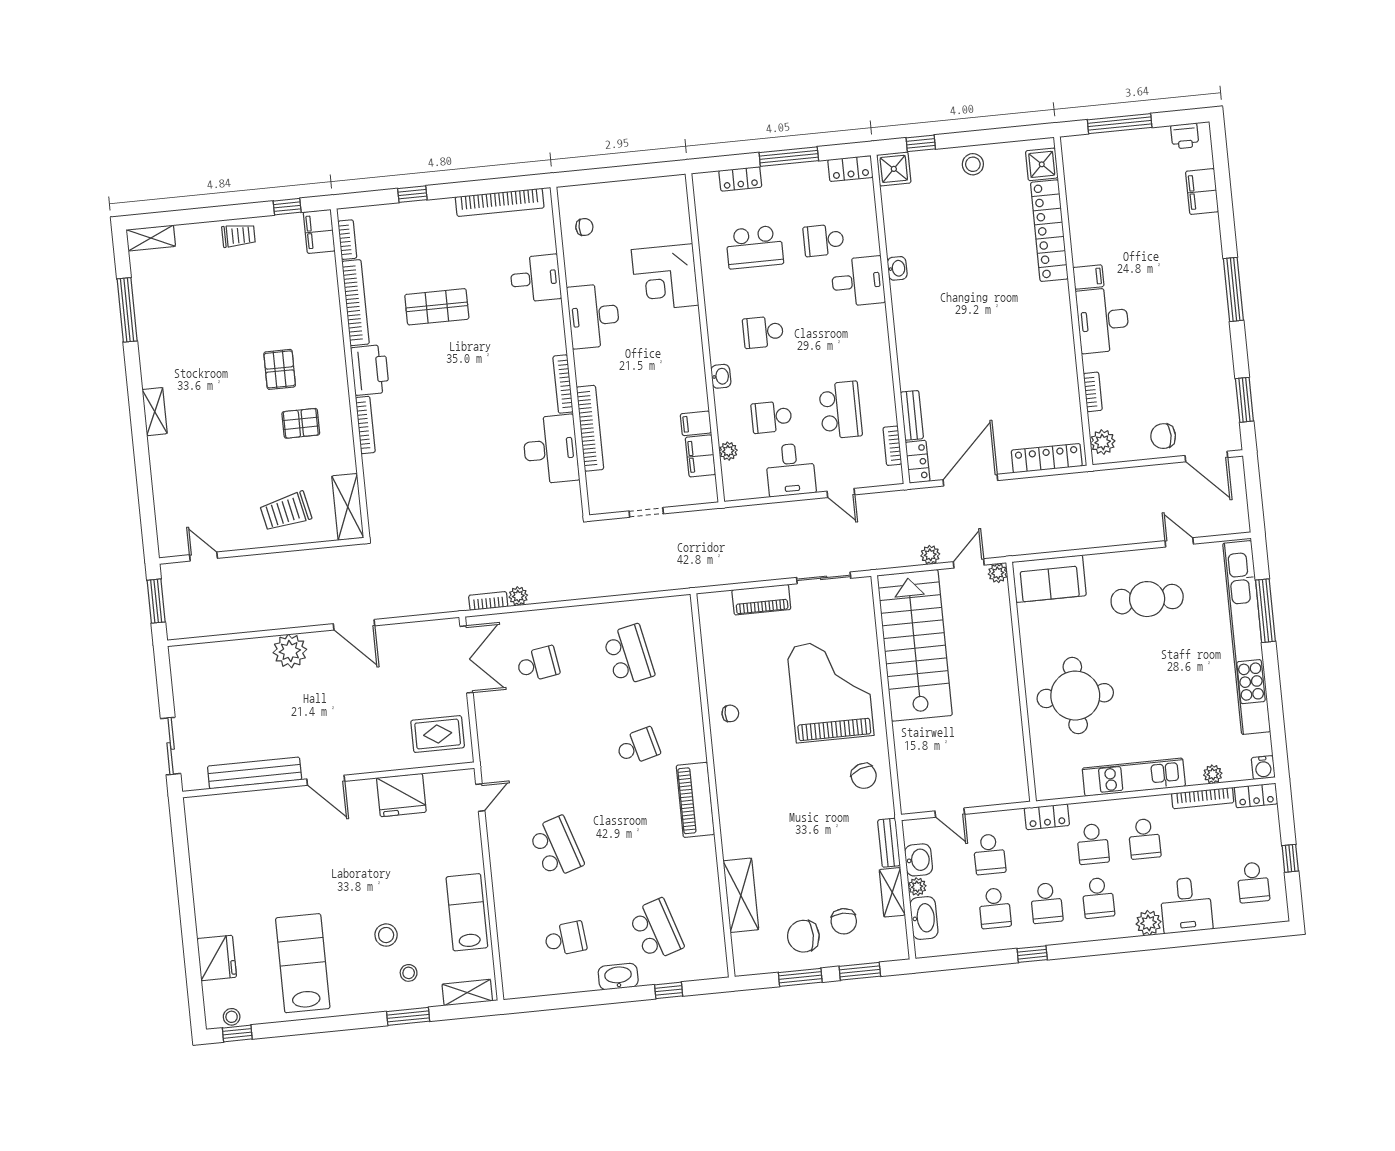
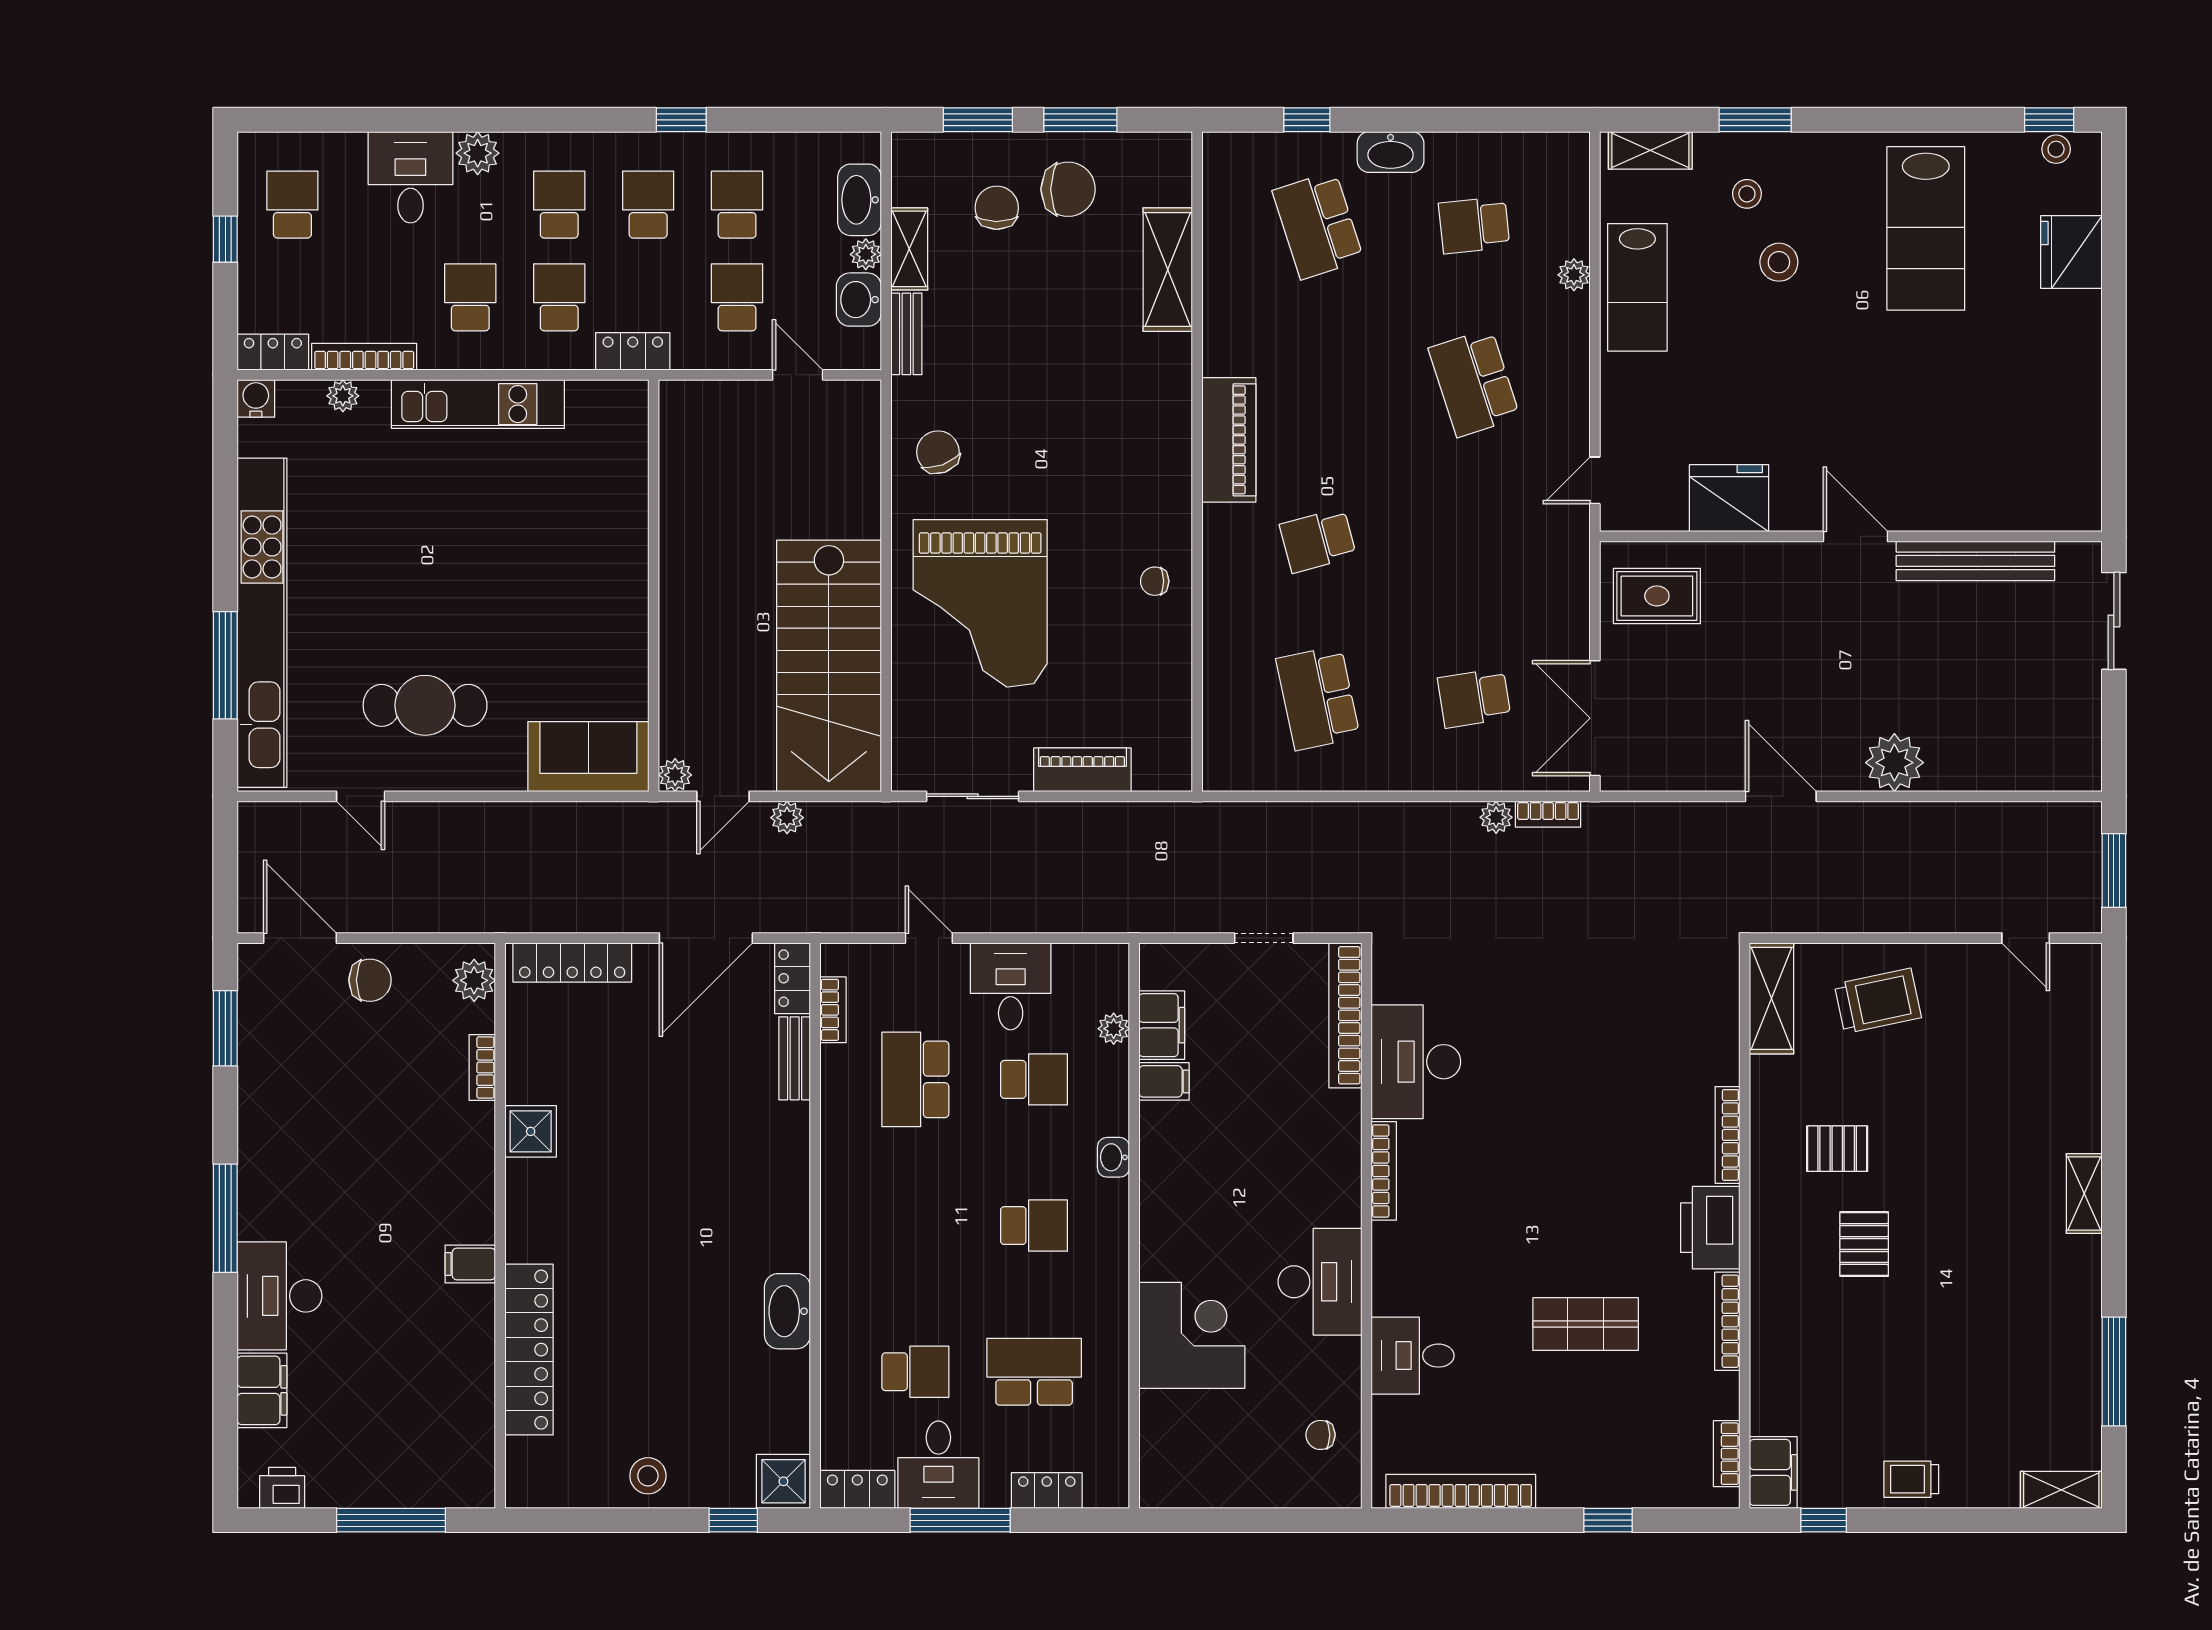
shower: (1042, 164) -> (531, 1131), moved
washbasin: (897, 268) -> (787, 1311), width x1.91, depth x1.45
desk: (858, 281) -> (938, 1465), moved, turned -90
bookcase: (356, 303) -> (1727, 1321), width x0.68, depth x0.76
desk: (1103, 320) -> (279, 1296), moved, turned 180
bookcase: (590, 428) -> (1345, 1015), moved
round table: (1075, 696) -> (564, 553), removed
plant: (504, 916) -> (1574, 275), added

